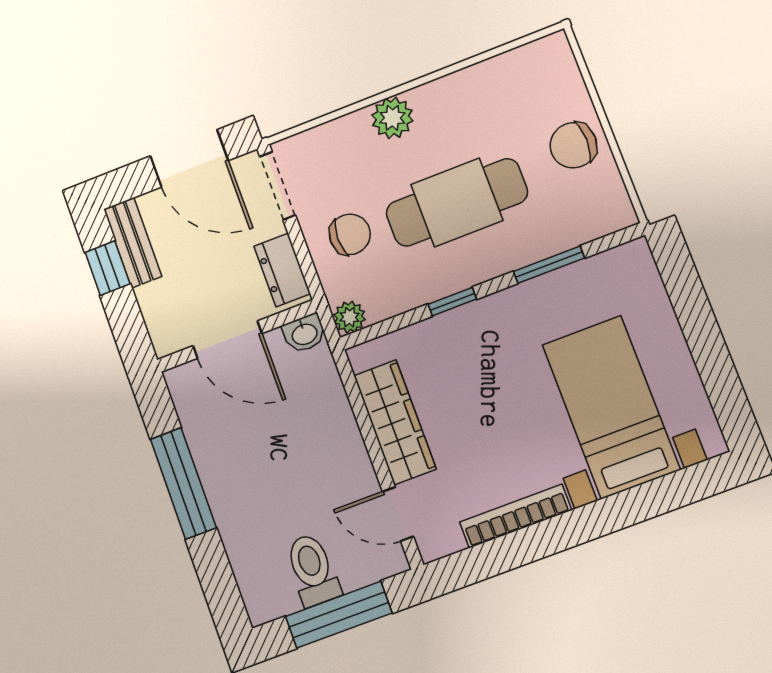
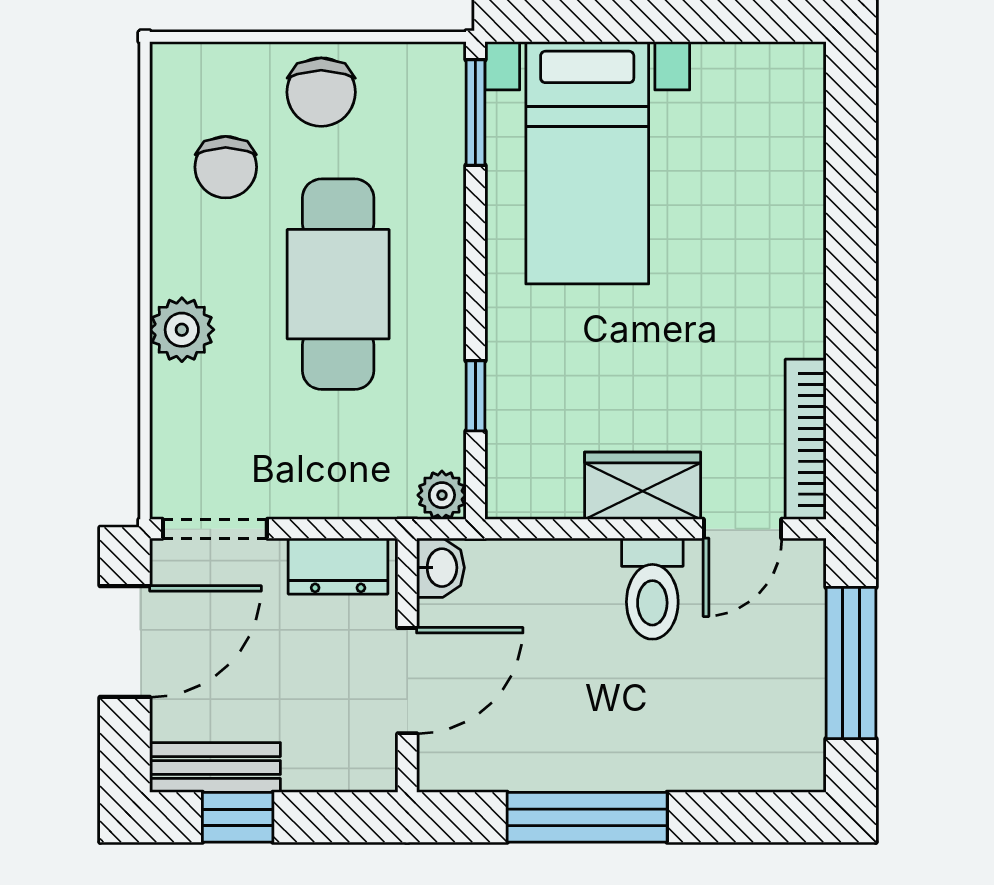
chair: (350, 234) -> (226, 167), moved, turned 180
window: (549, 265) -> (475, 112), moved
window: (452, 302) -> (475, 396), moved
bed with nightstands: (611, 407) -> (587, 163), moved, turned -90
wardrobe: (395, 422) -> (643, 486), width x0.67
bookcase: (516, 516) -> (806, 439), moved
toilet: (313, 570) -> (652, 589), moved, turned -90

